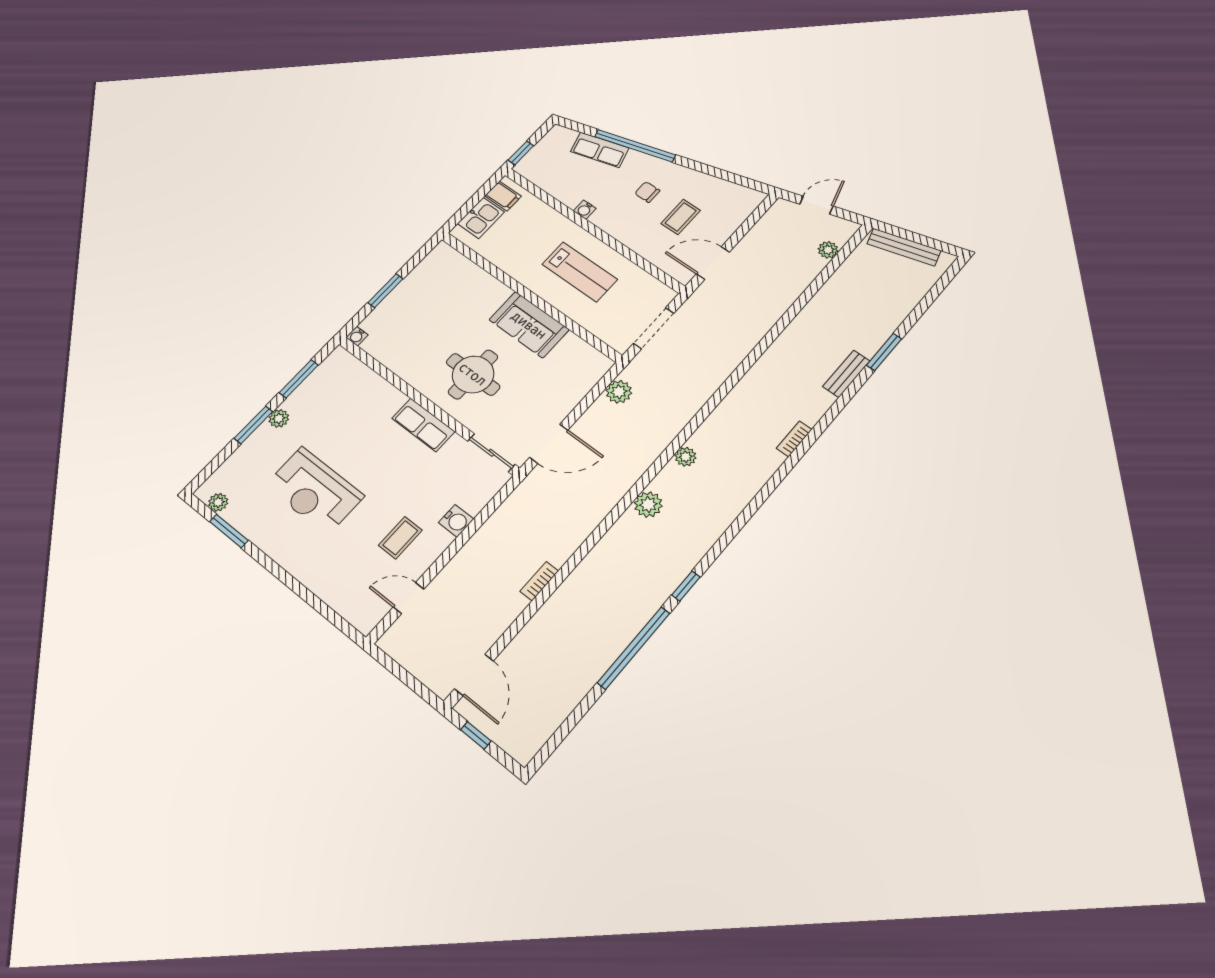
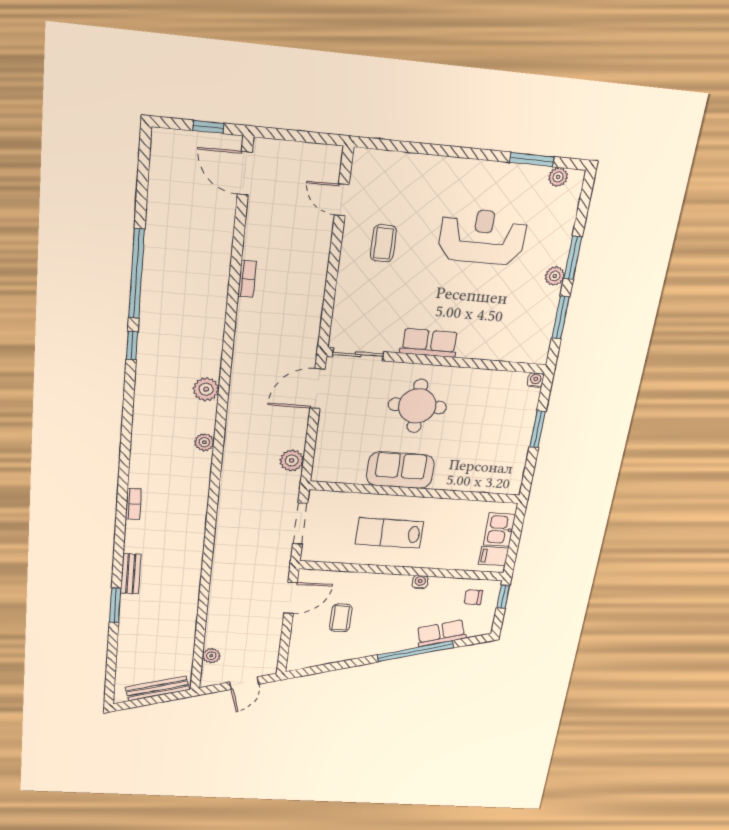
chair: (647, 192) -> (473, 597), moved, turned 180
water cooler: (456, 521) -> (348, 284), removed
door: (409, 598) -> (342, 200), swing flipped

